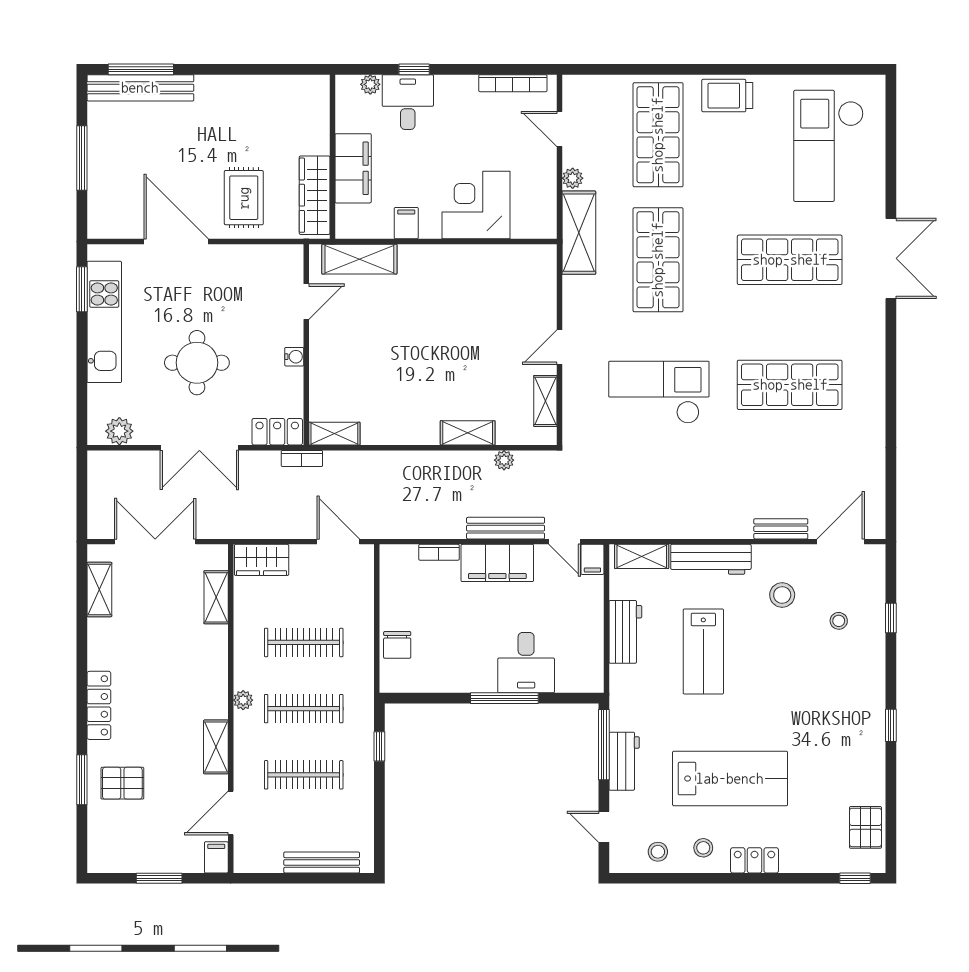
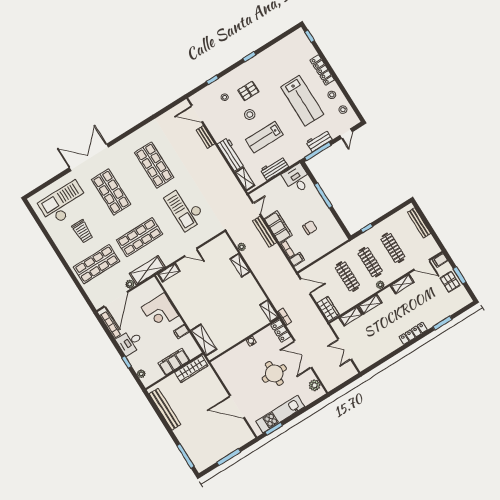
bench: (140, 88) -> (165, 409), moved
trolley: (727, 96) -> (83, 231), moved
desk: (408, 102) -> (130, 342), moved
door: (559, 129) -> (116, 299), width x1.88
checkout: (829, 146) -> (64, 203), turned 180
rug: (244, 198) -> (207, 393), removed
door: (176, 242) -> (237, 407), hinge flipped
double door: (891, 258) -> (89, 157), width x1.36
door: (306, 302) -> (230, 349), removed
shelving: (545, 401) -> (169, 273), moved
double door: (199, 448) -> (303, 354), swing flipped
double door: (155, 542) -> (345, 349), width x0.73
door: (338, 542) -> (305, 286), swing flipped
filing cabinet: (592, 559) -> (297, 259), moved
shelving: (99, 589) -> (370, 304), moved
stool: (782, 595) -> (250, 115), moved
chair: (397, 645) -> (310, 228), moved
lab bench: (703, 652) -> (264, 137), turned 180
desk: (526, 663) -> (297, 179), moved, turned -90
lab bench: (730, 779) -> (302, 101), turned 180
pallet: (122, 783) -> (450, 282), moved
pallet: (865, 827) -> (248, 91), moved
locker: (754, 860) -> (322, 70), width x1.53

